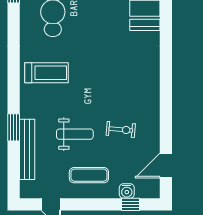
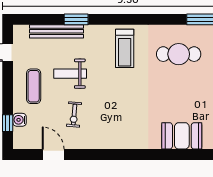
weight bench: (75, 134) -> (70, 74), turned 90
door: (166, 165) -> (53, 155), moved

